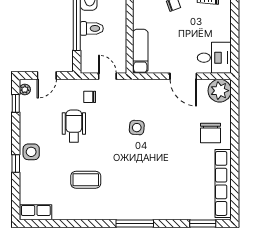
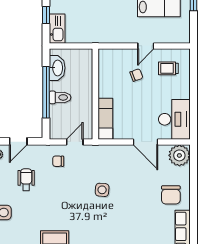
desk: (214, 58) -> (174, 119), width x1.37
door: (107, 76) -> (75, 142), hinge flipped
wheelchair: (74, 126) -> (26, 180), moved, width x0.73, depth x0.73

